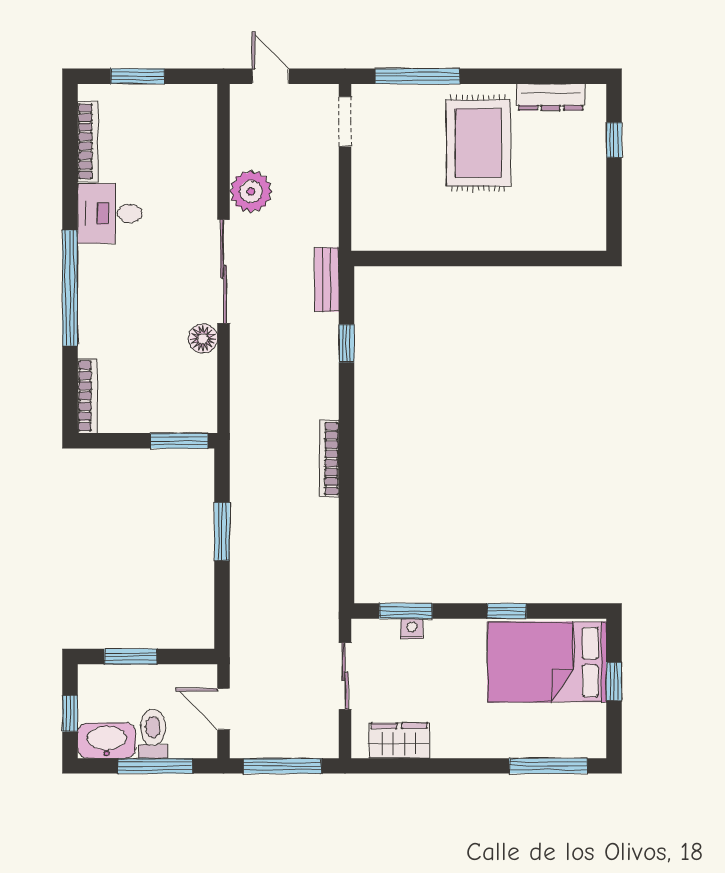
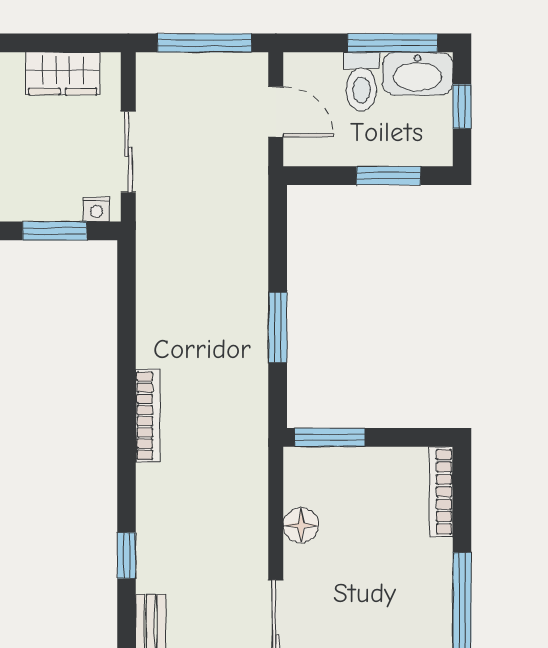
floor lamp: (203, 339) -> (301, 525), moved
nightstand: (412, 629) -> (97, 209), moved
window: (155, 766) -> (393, 43), moved

